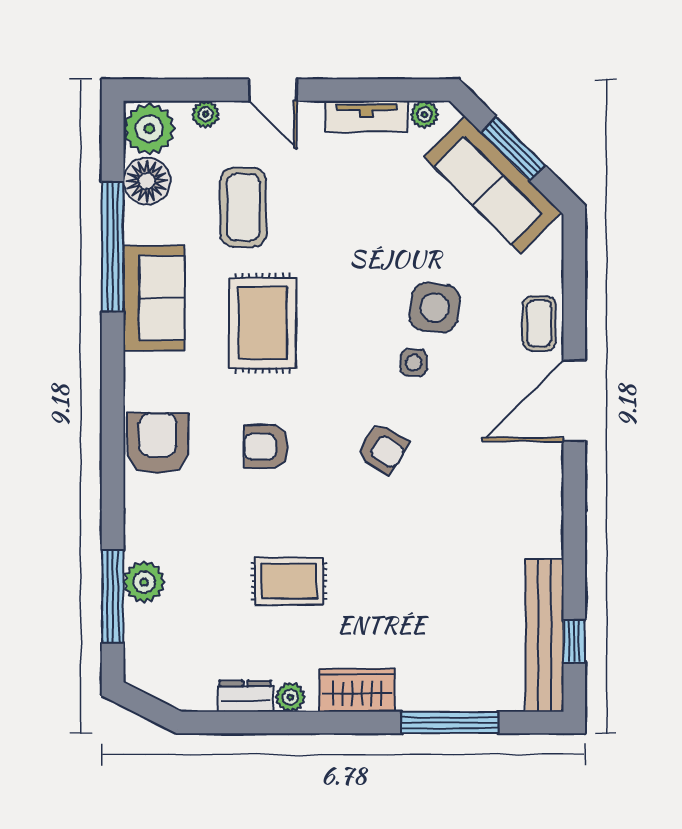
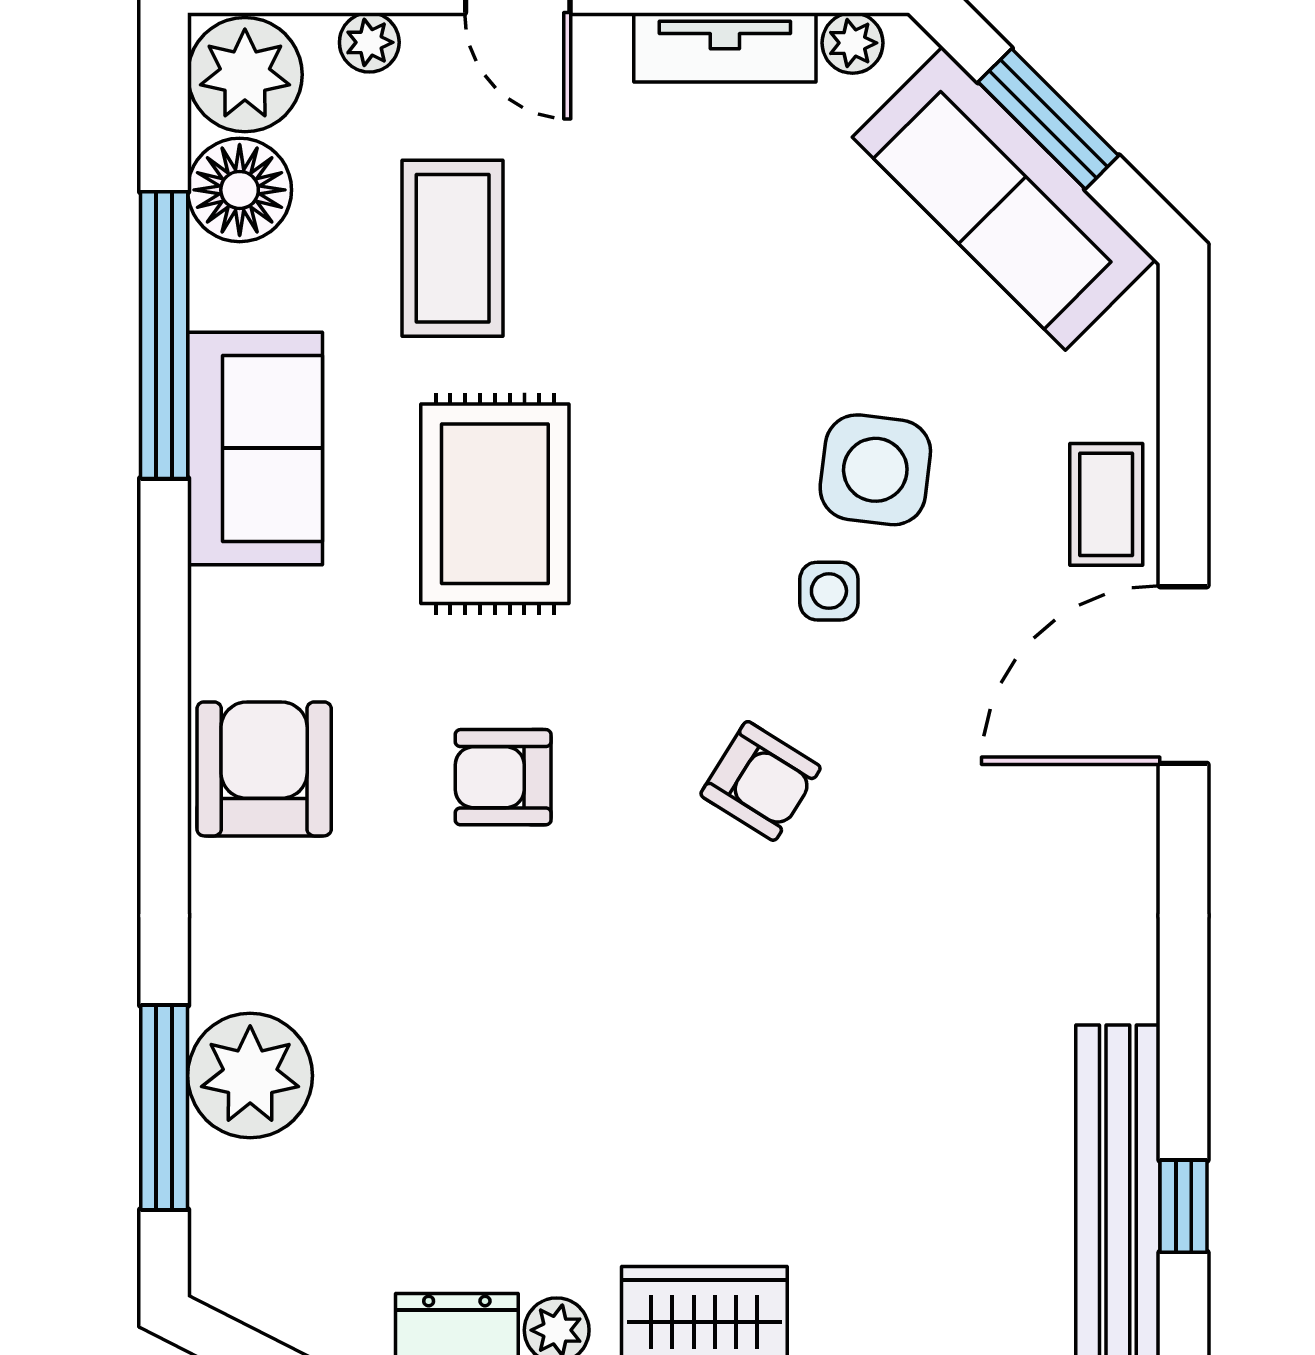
rug: (289, 581) -> (554, 1074), removed
plant: (144, 582) -> (250, 1076), width x1.36, depth x1.36

